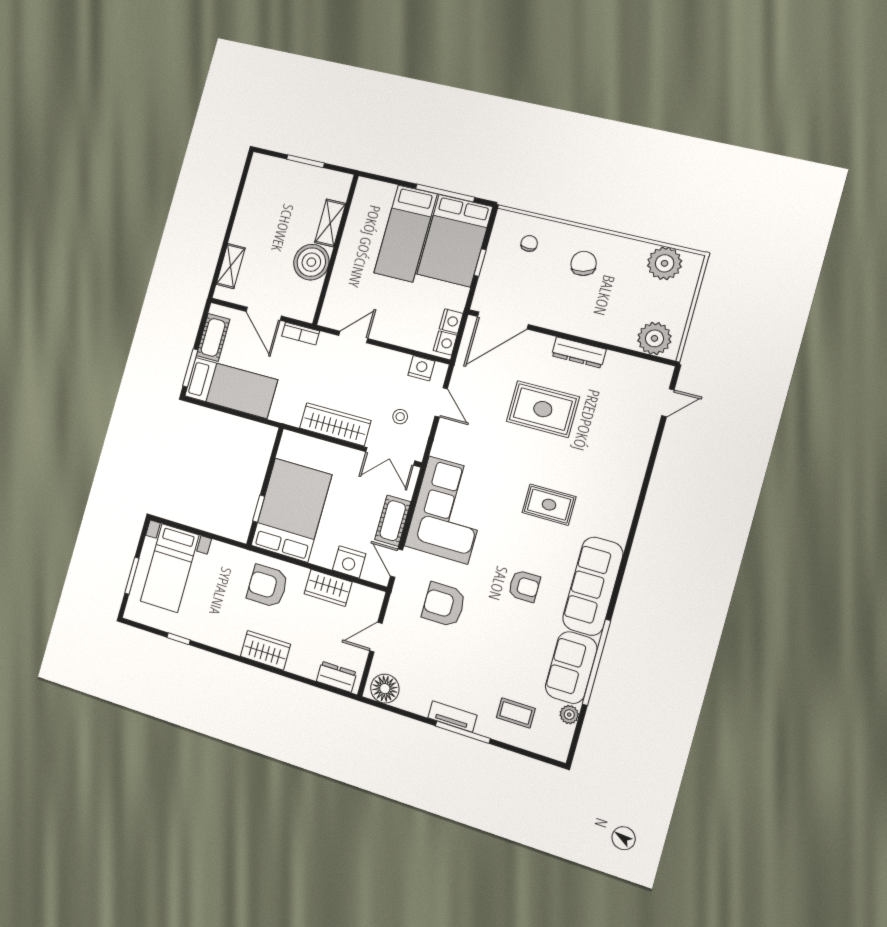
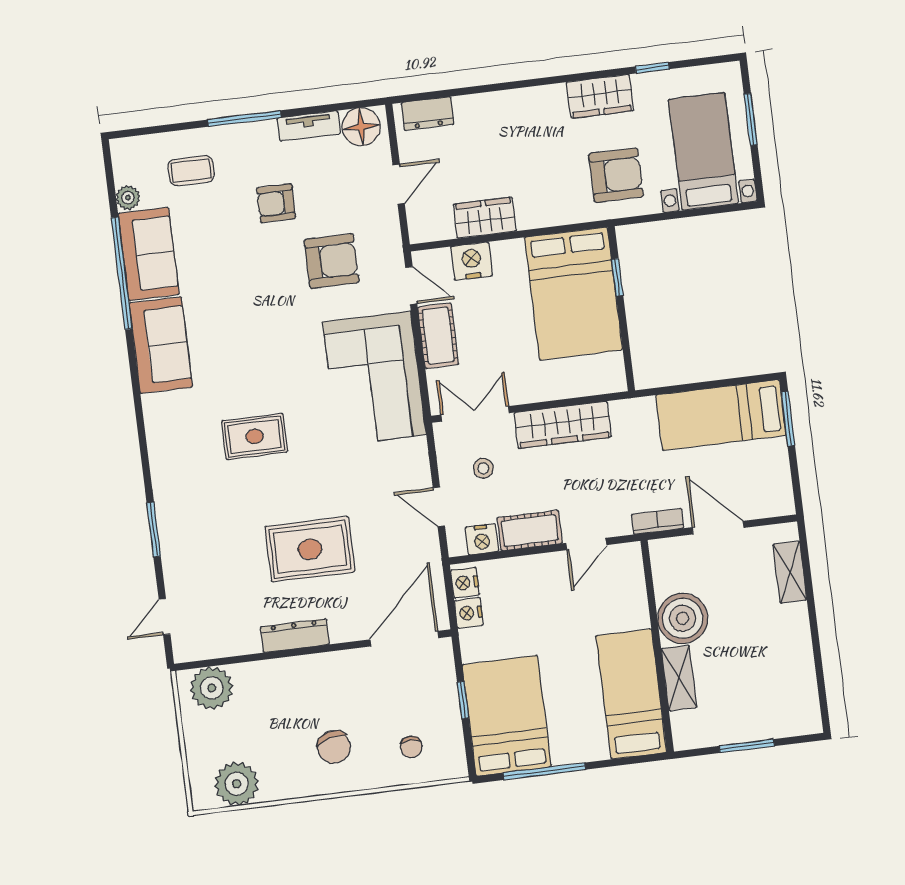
bed: (405, 233) -> (631, 694), moved
cot: (213, 337) -> (530, 531), moved, turned 90
window: (650, 469) -> (154, 529), added
armchair: (267, 586) -> (616, 175), moved
armchair: (524, 586) -> (276, 203), moved
sofa: (593, 586) -> (161, 345), width x0.73
wardrobe: (265, 650) -> (600, 96), moved
tv unit: (452, 717) -> (309, 126), moved

